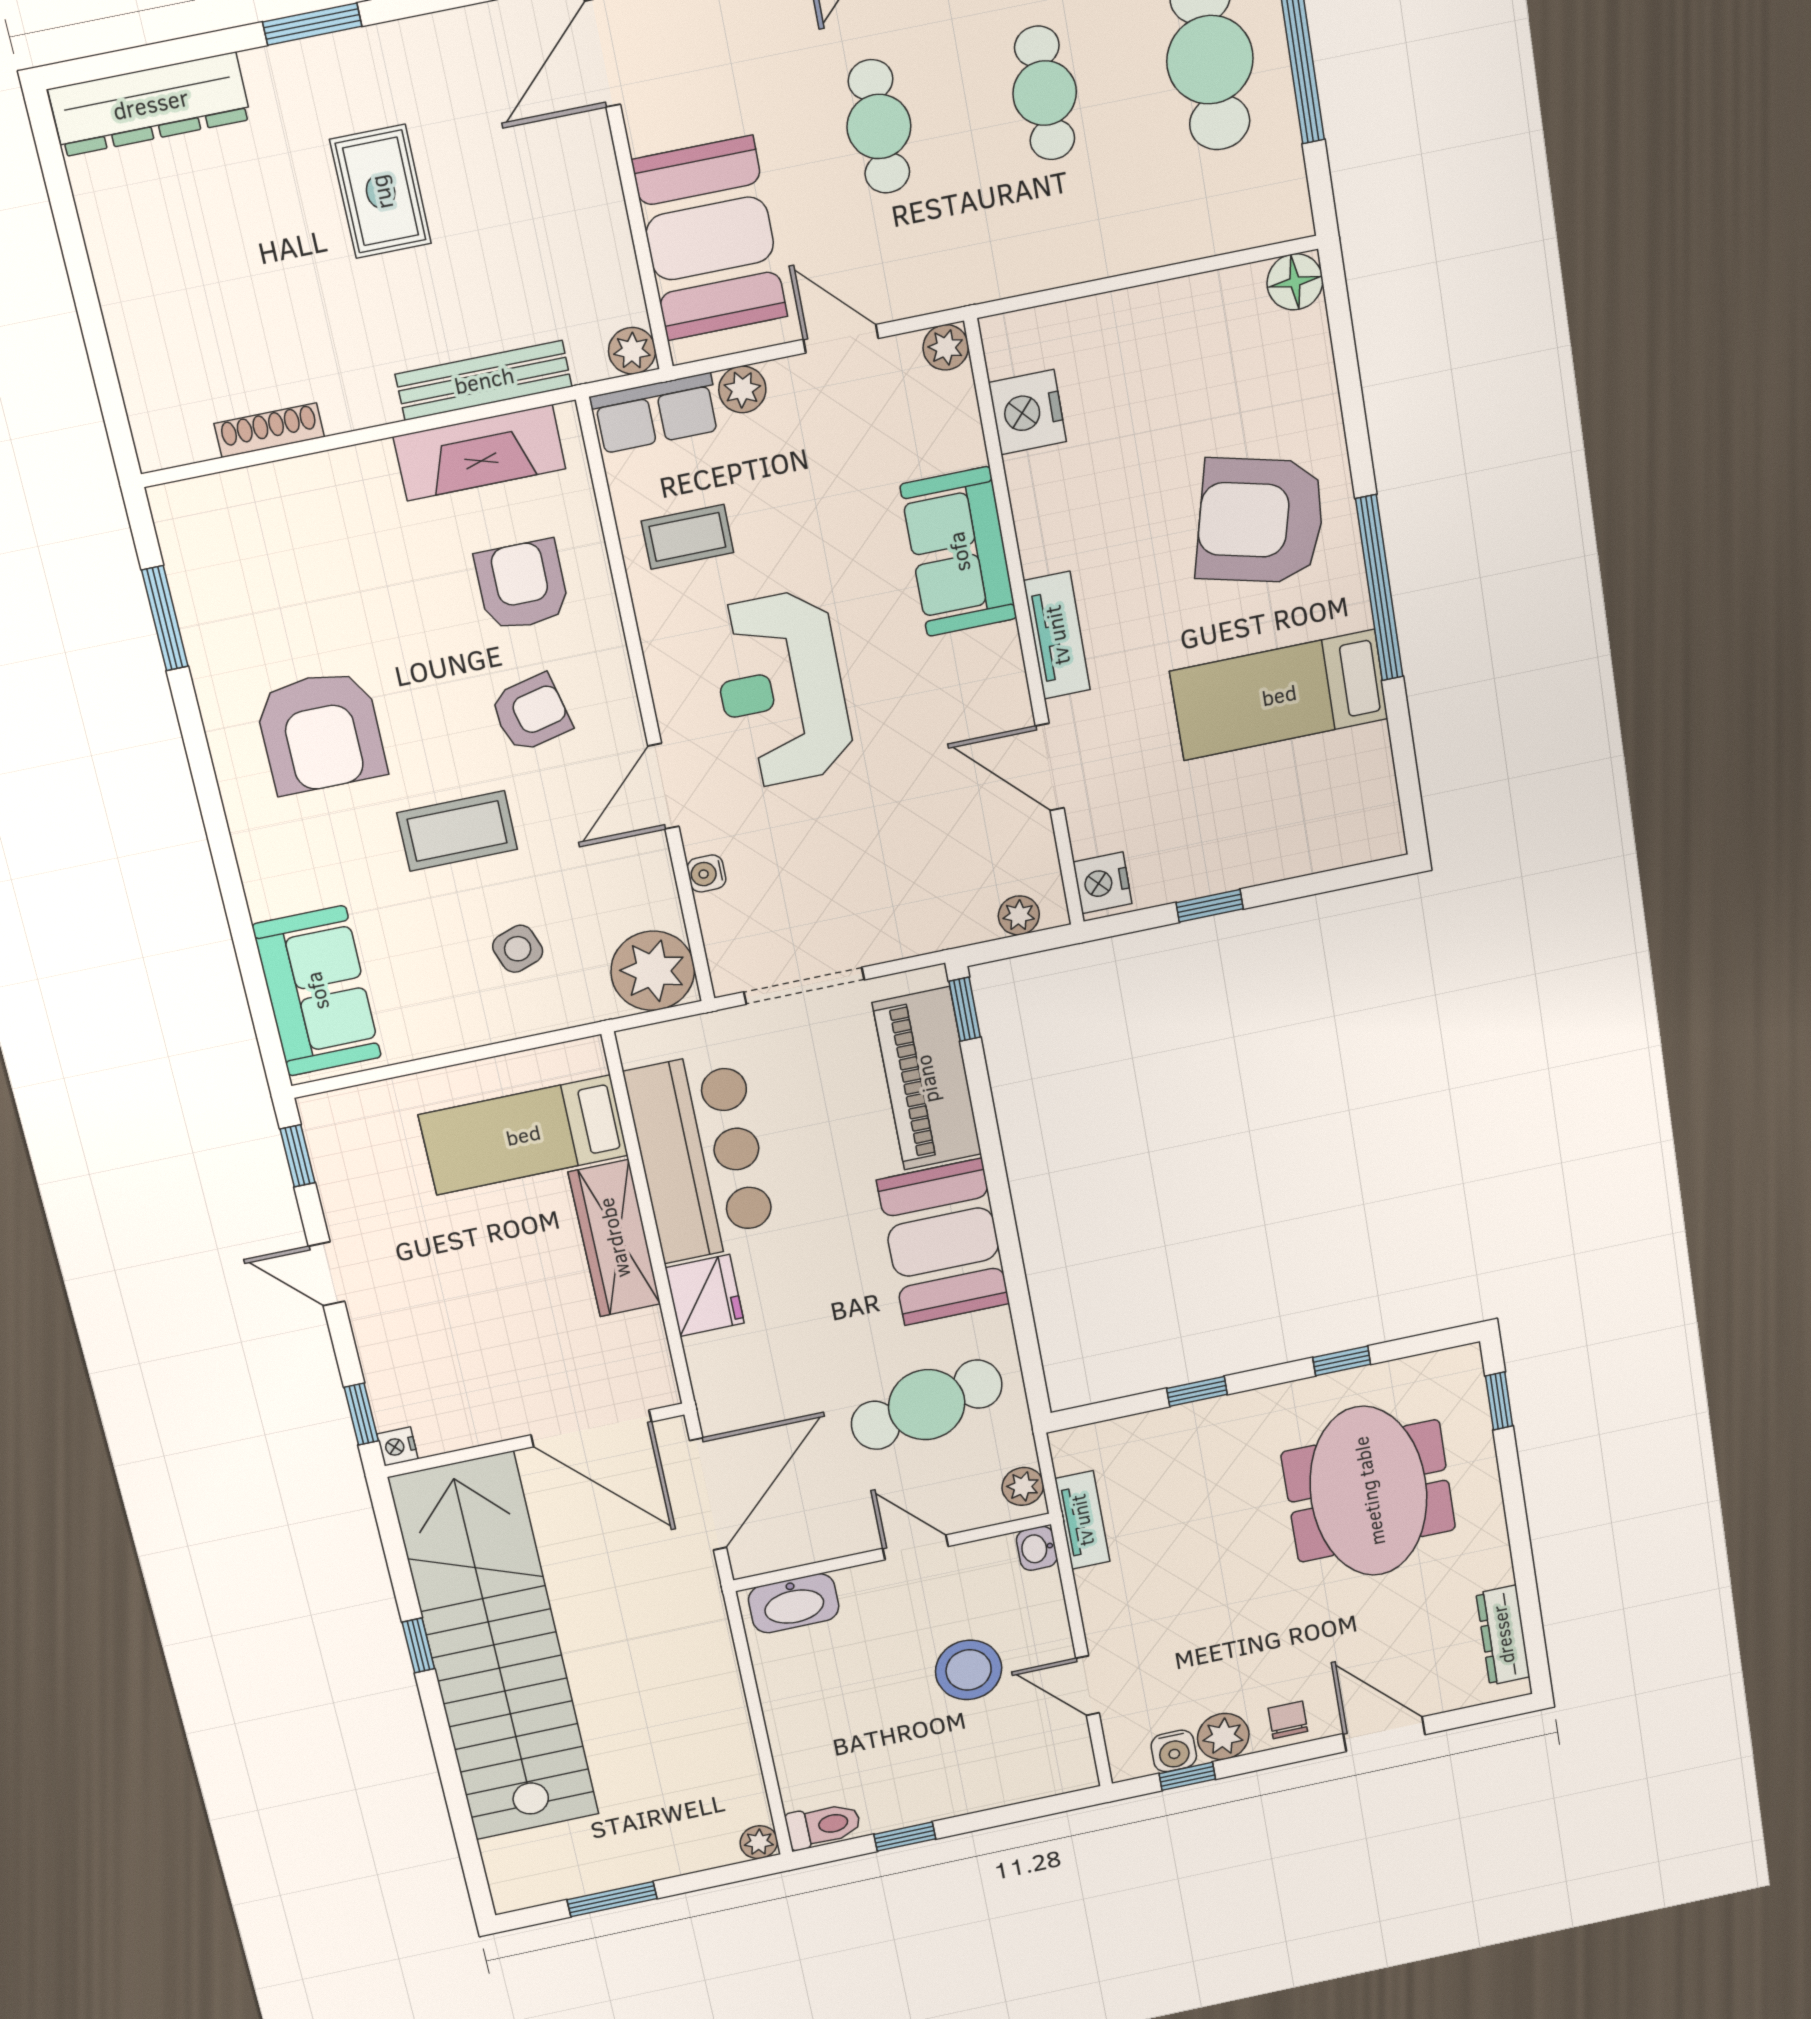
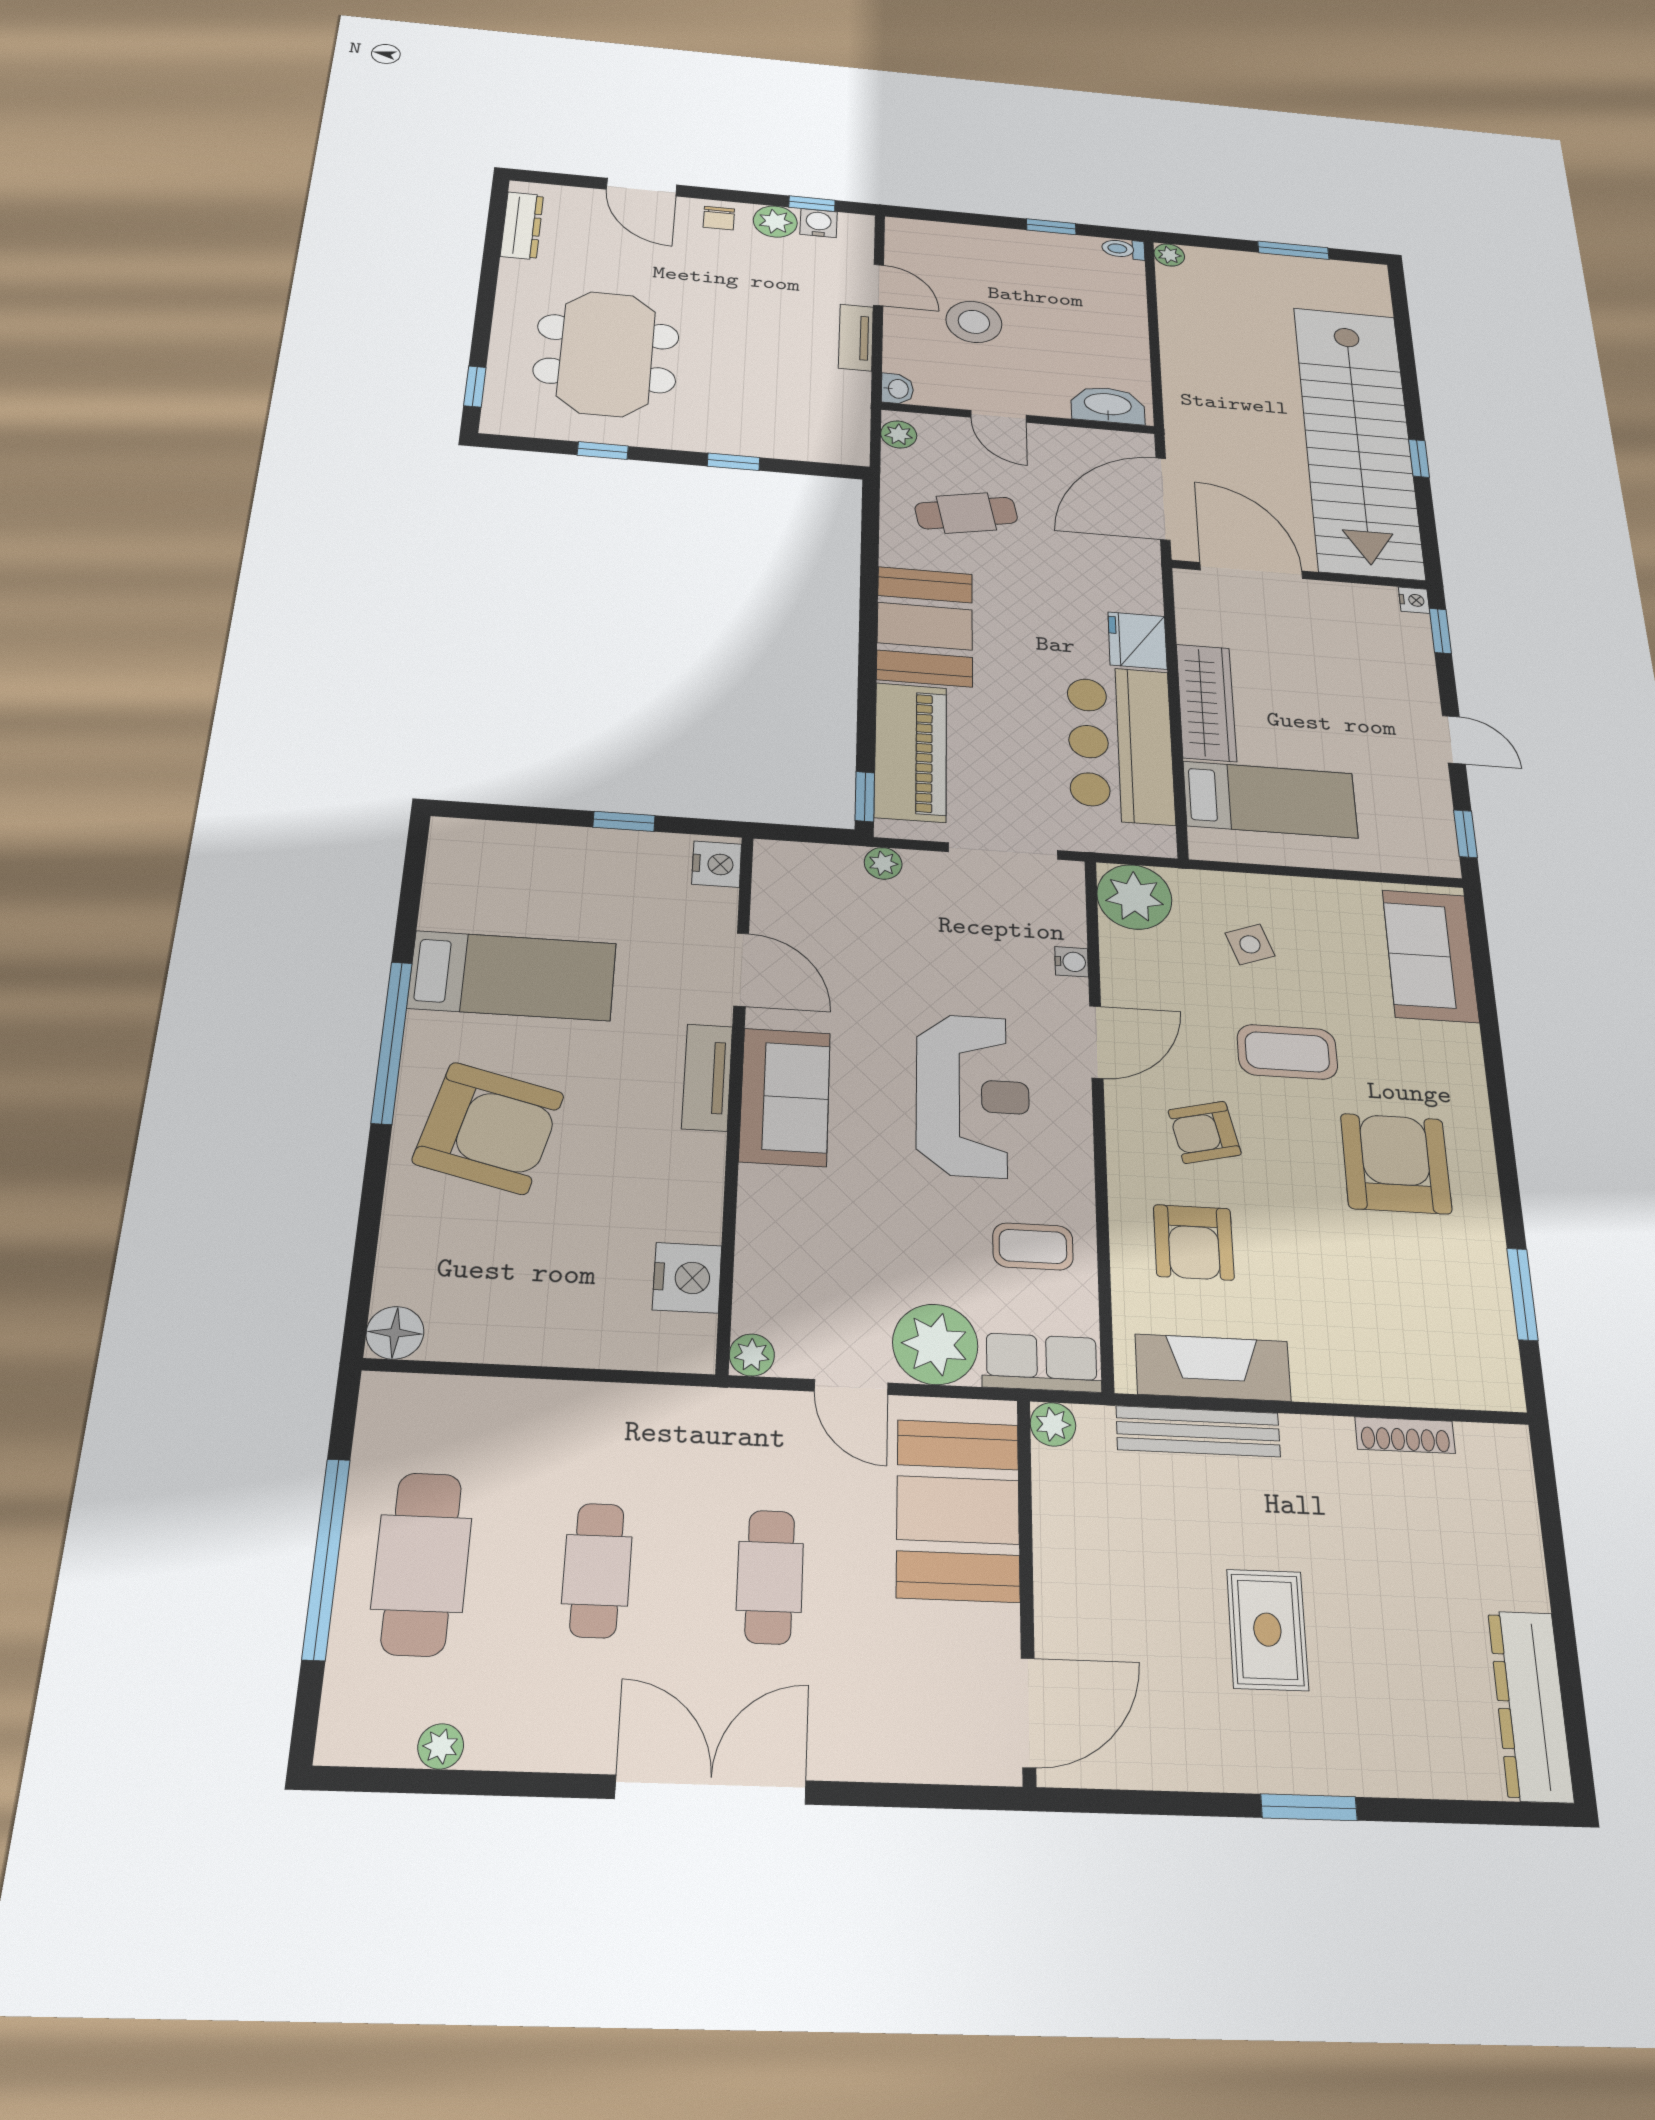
dresser: (150, 104) -> (1530, 1706), moved, turned -90
plant: (742, 389) -> (935, 1344), width x1.88, depth x1.88
sofa: (959, 552) -> (785, 1097), moved
plant: (1019, 915) -> (883, 863), moved
cafe table: (927, 1405) -> (966, 513), width x0.73, depth x0.74
tv unit: (1082, 1520) -> (856, 337), moved
toilet: (823, 1825) -> (1123, 249), width x0.73, depth x0.72

